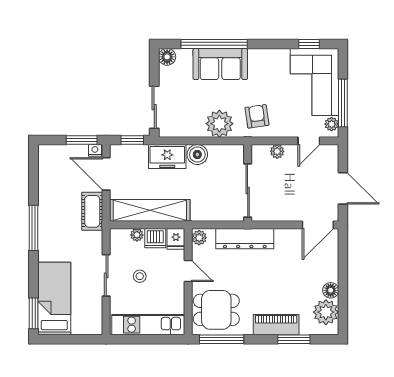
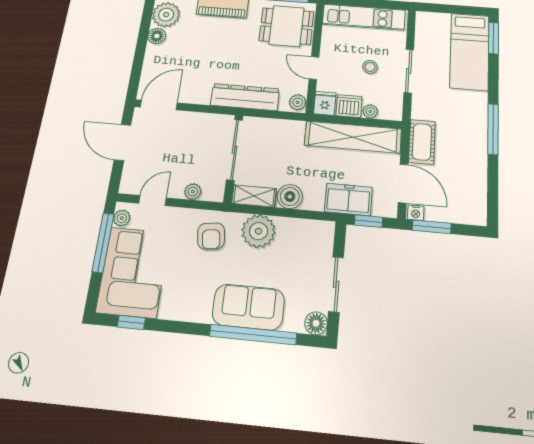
sliding door: (154, 107) -> (336, 284), moved
shelving: (227, 152) -> (254, 196), added
freezer: (167, 156) -> (348, 199), moved

